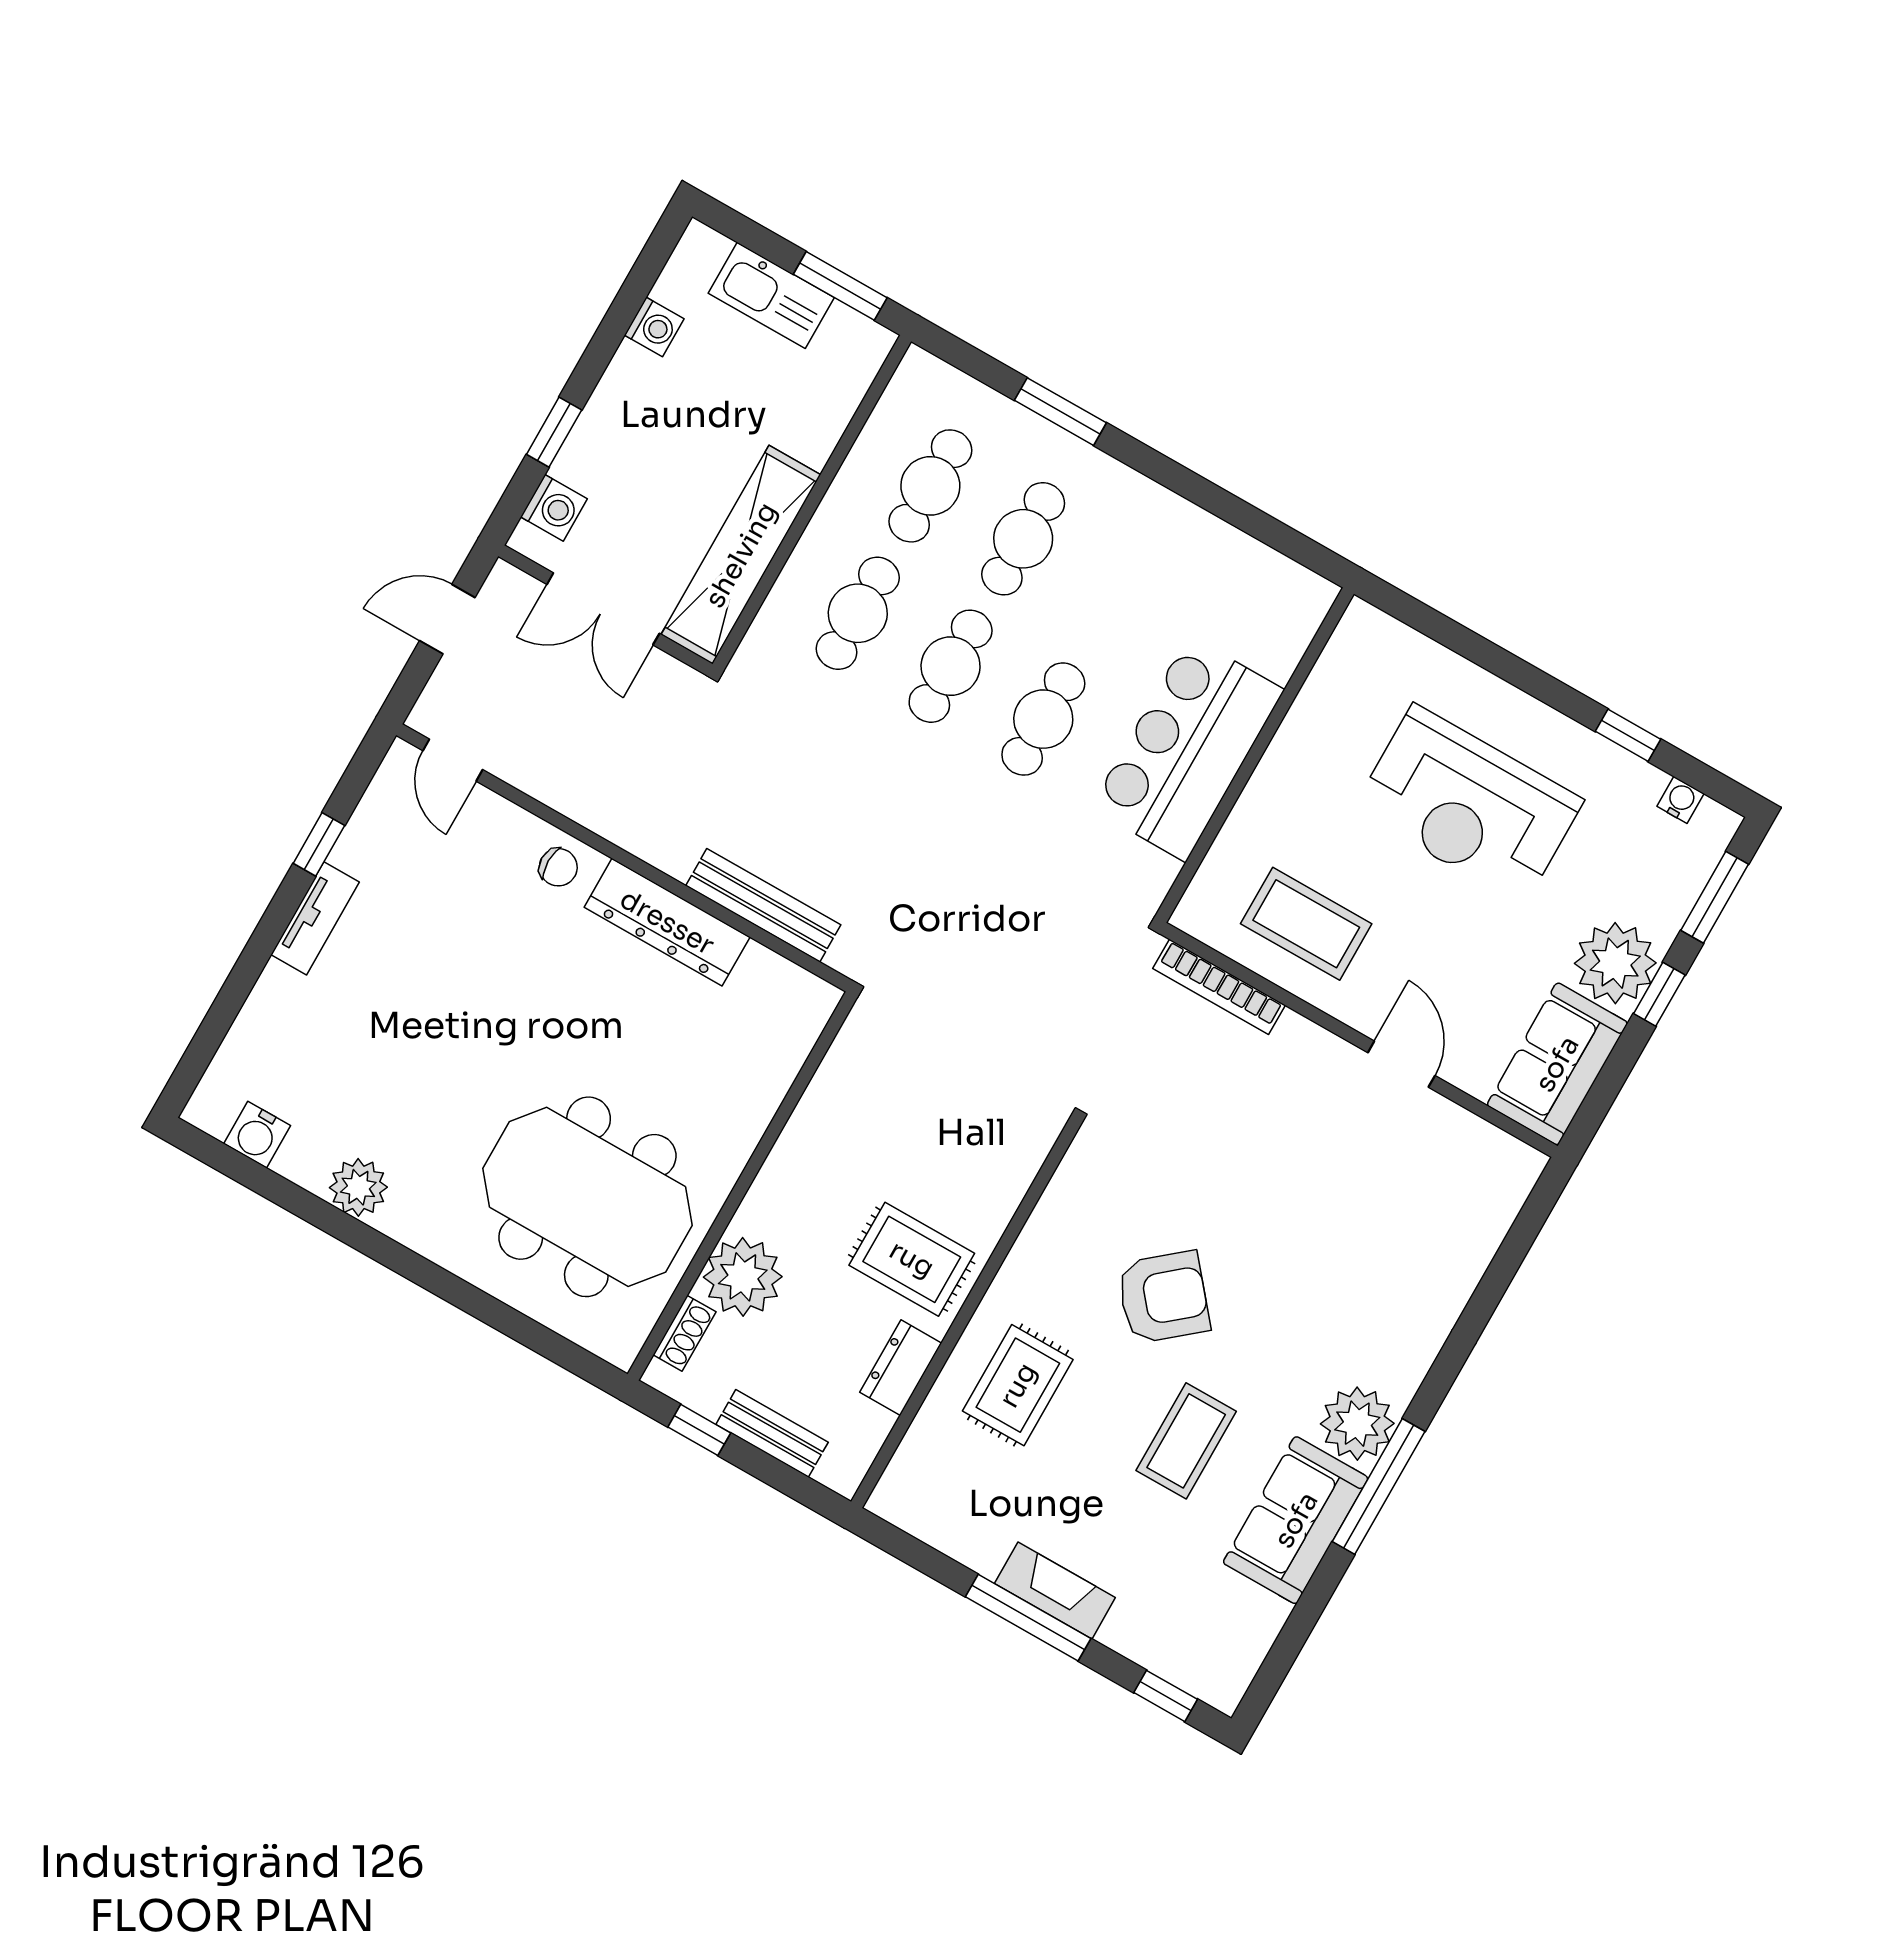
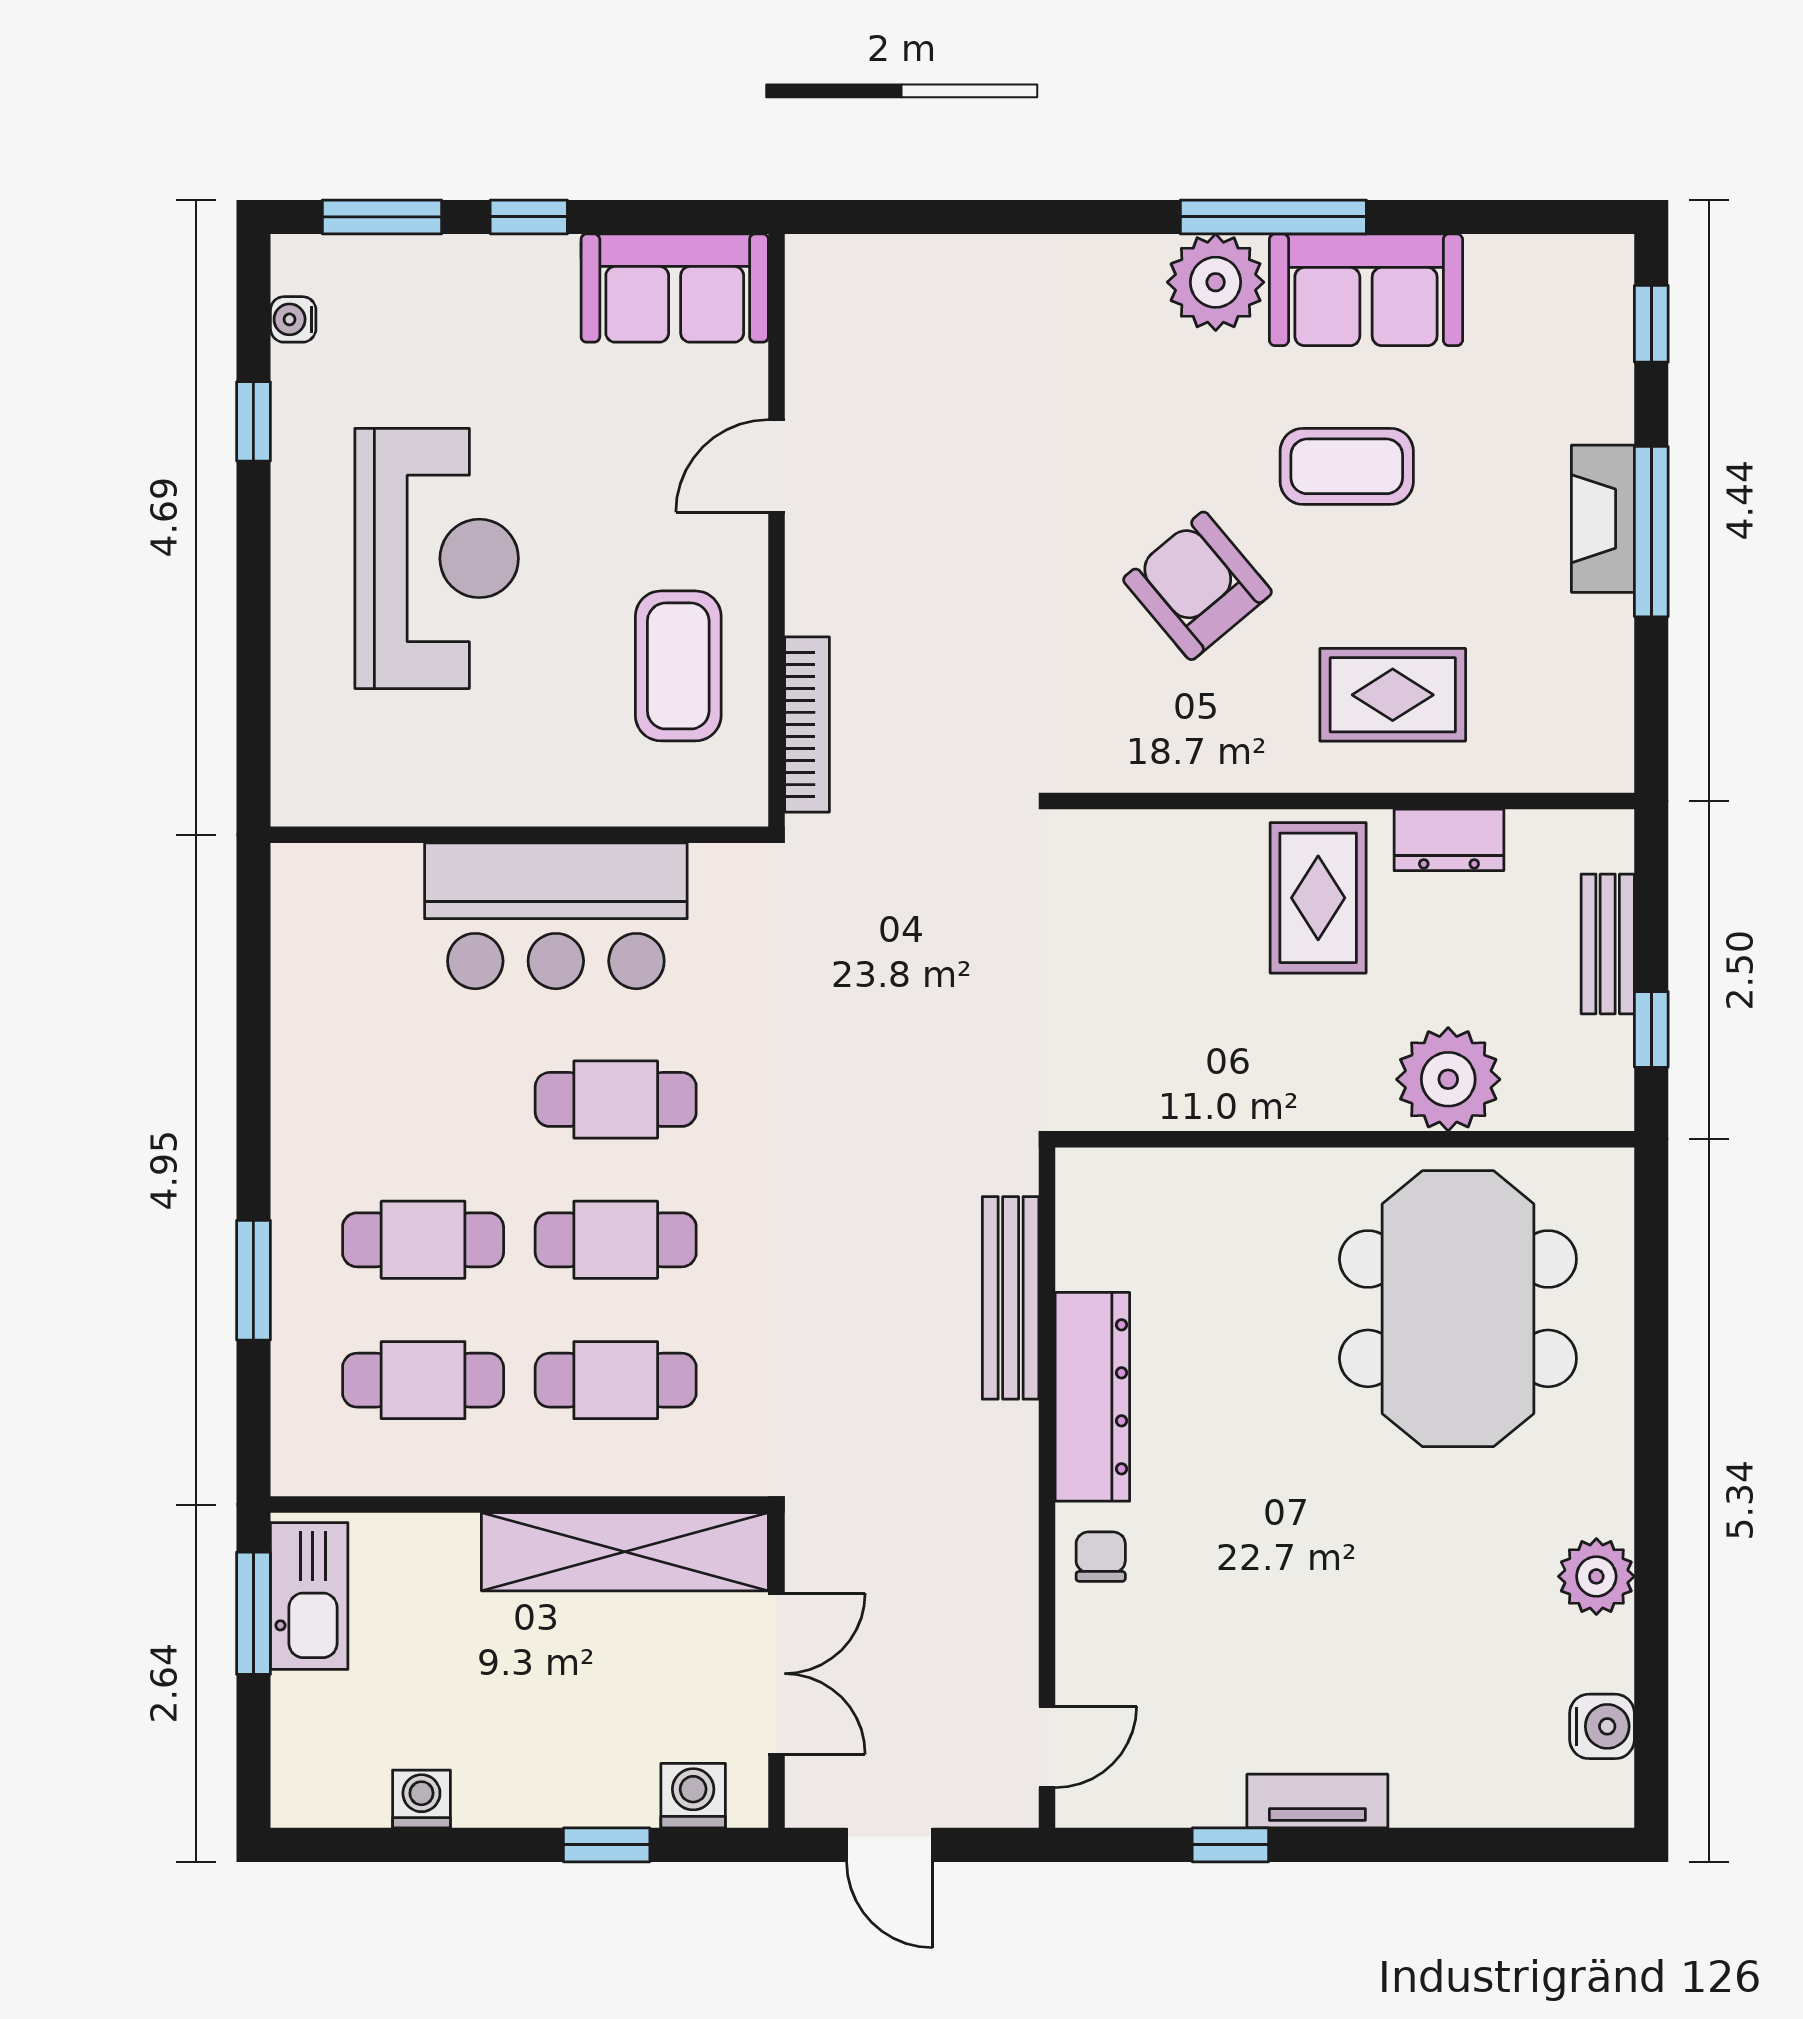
kitchen sink: (771, 295) -> (309, 1596), moved
plant: (1615, 963) -> (522, 288), removed
shoe rack: (684, 1333) -> (1551, 1109), removed

